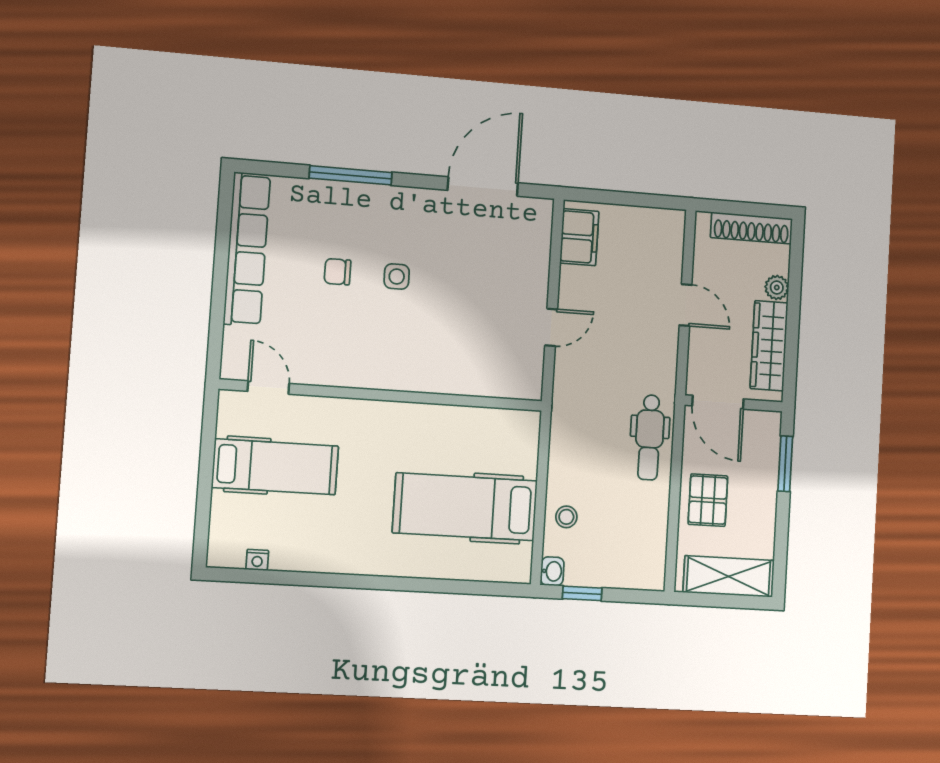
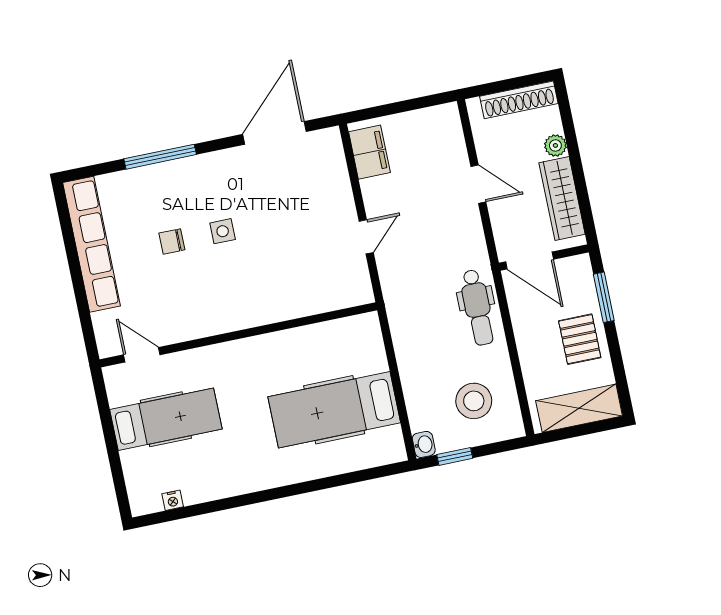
pallet: (708, 500) -> (580, 339), moved
stool: (566, 517) -> (474, 401), moved, width x1.89, depth x1.89

